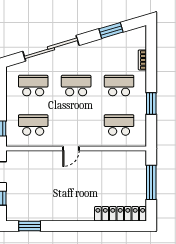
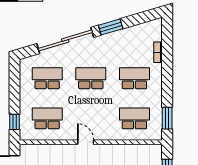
window: (111, 30) -> (111, 27), moved
window: (151, 104) -> (167, 118), moved
door: (71, 148) -> (86, 142), swing flipped

